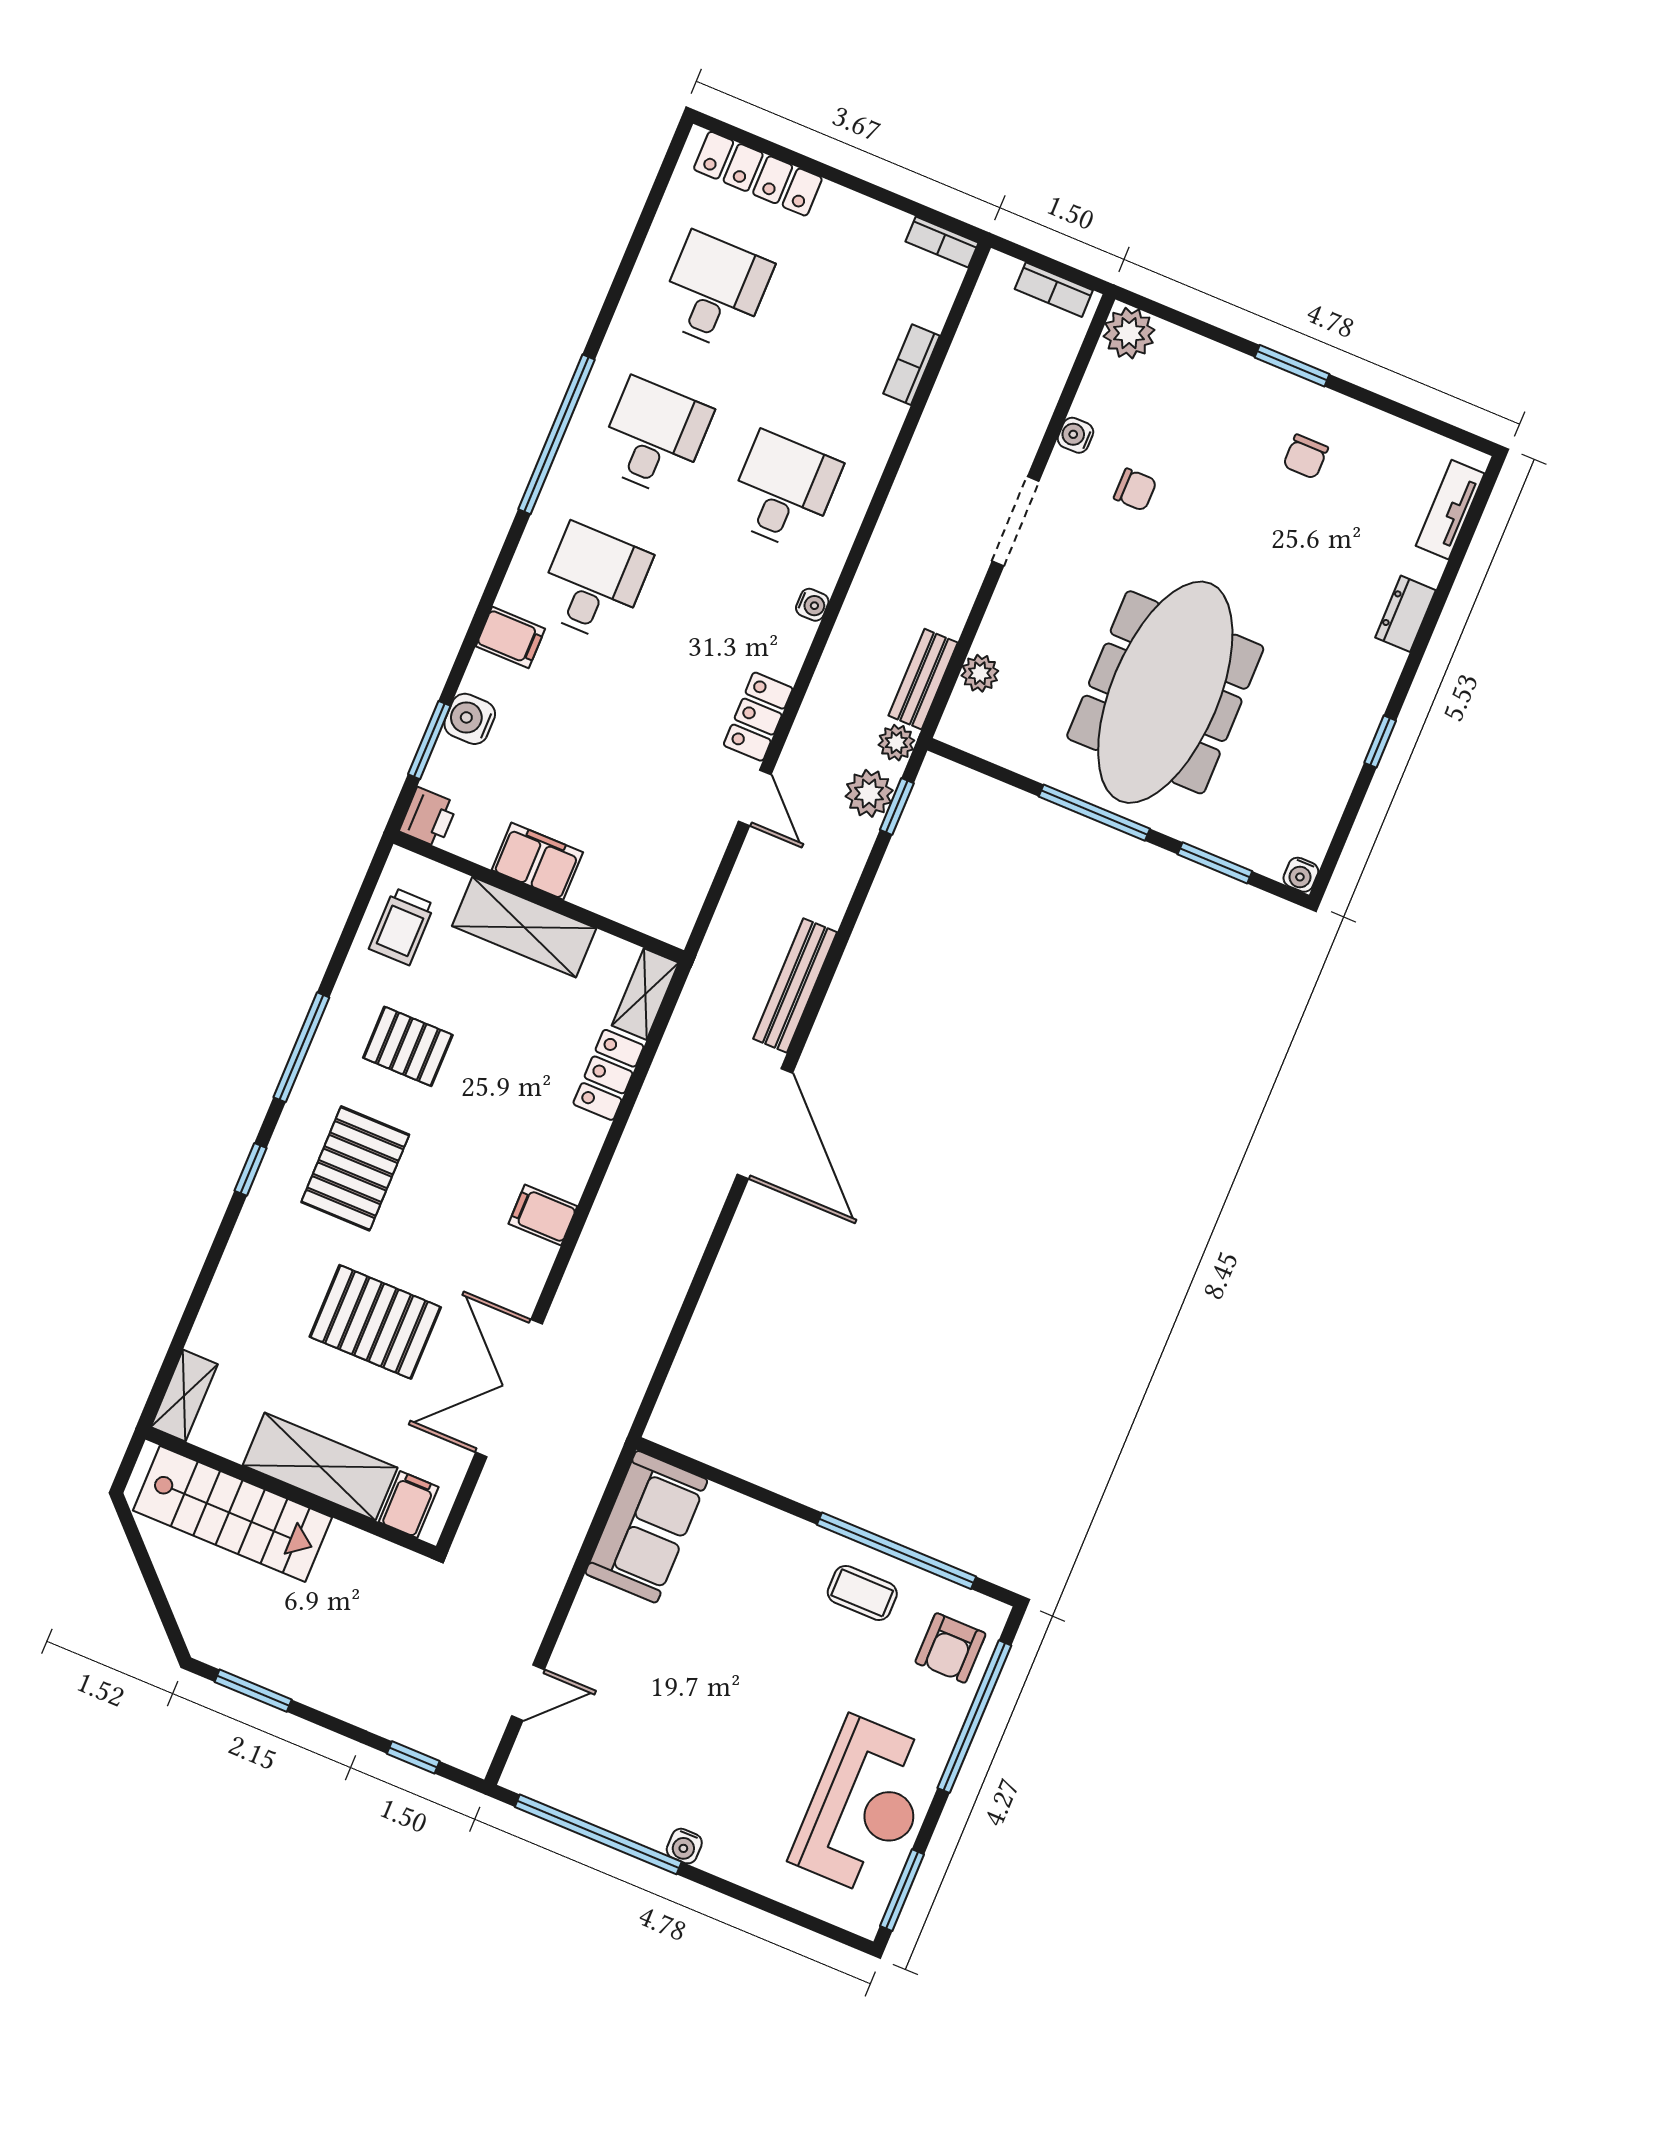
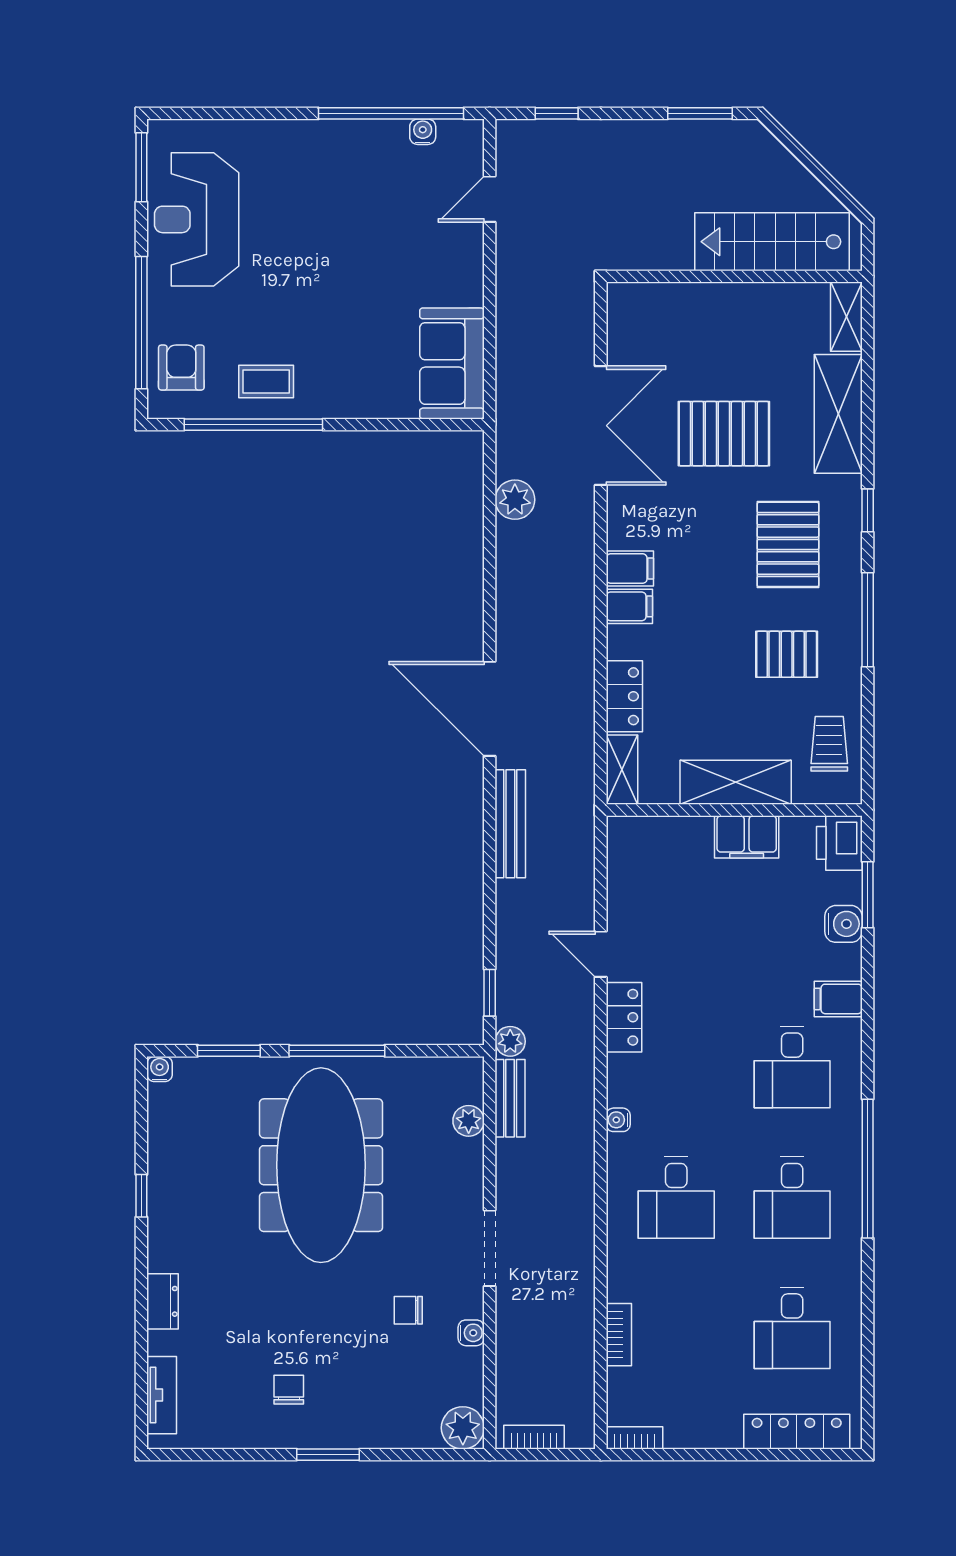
plant: (869, 793) -> (515, 500), moved
printer: (428, 817) -> (839, 843), width x1.36, depth x1.24
shelving: (320, 1467) -> (838, 414), moved, turned 90
filing cabinet: (409, 1504) -> (629, 606), moved, turned -90
water cooler: (684, 1846) -> (423, 132), moved

